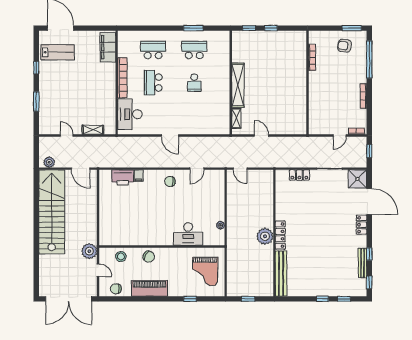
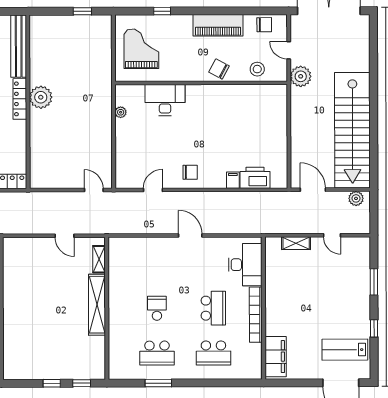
wall: (274, 233) -> (28, 102), moved
locker: (280, 235) -> (20, 99), moved
plant: (265, 236) -> (41, 97), moved
bench: (281, 274) -> (19, 46), moved

